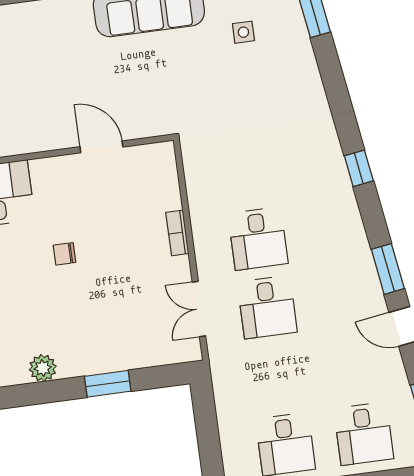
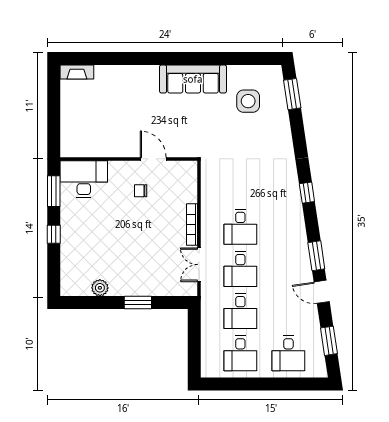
side table: (243, 32) -> (248, 101), width x1.87, depth x1.87
bookcase: (177, 233) -> (192, 225), width x1.56
chair: (65, 254) -> (141, 191), moved
desk: (276, 376) -> (240, 311), added

